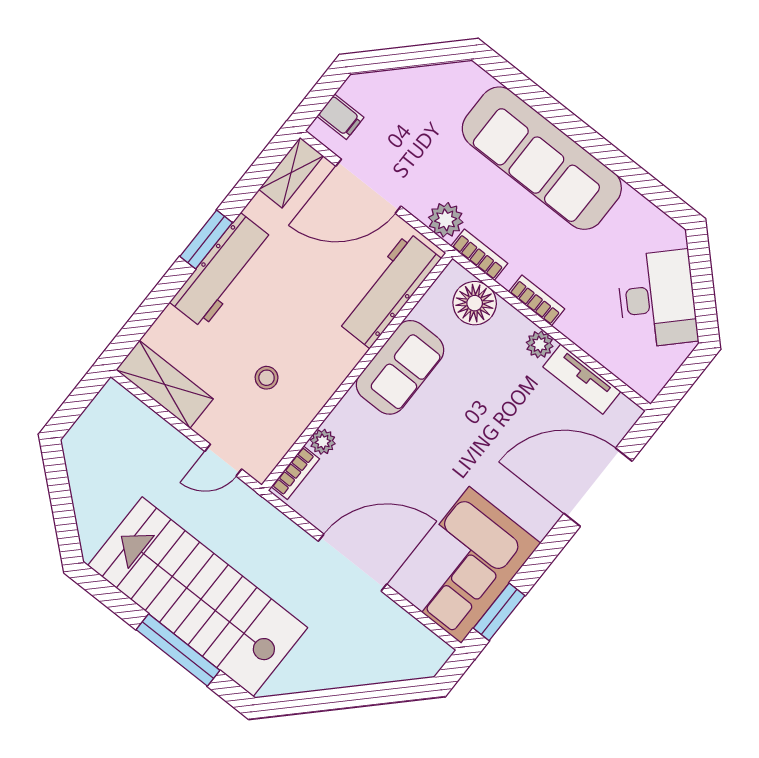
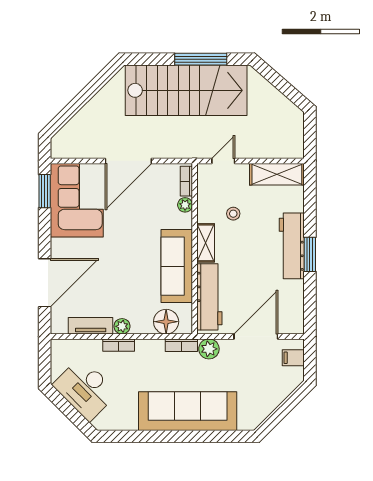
shelving: (291, 173) -> (206, 243), moved
bookcase: (537, 300) -> (119, 345), moved
sofa: (400, 367) -> (177, 266), width x1.36
window: (178, 650) -> (201, 59), moved

